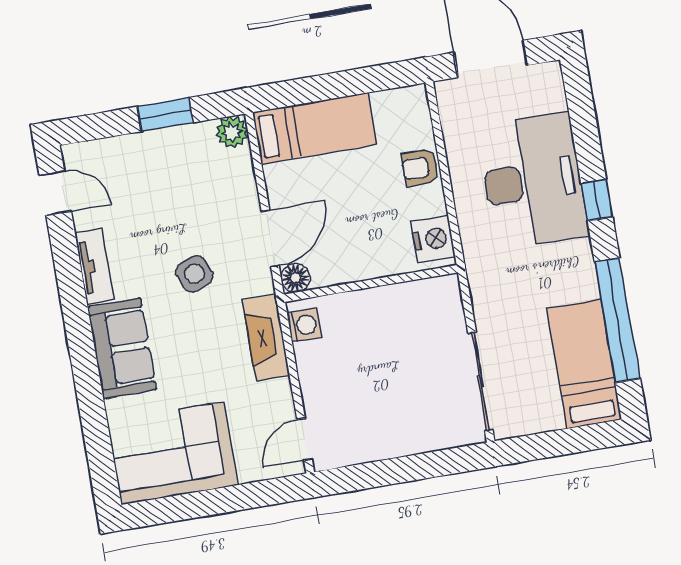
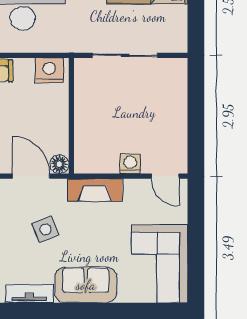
washing machine: (304, 325) -> (130, 164), moved
sliding door: (480, 381) -> (125, 55), moved

